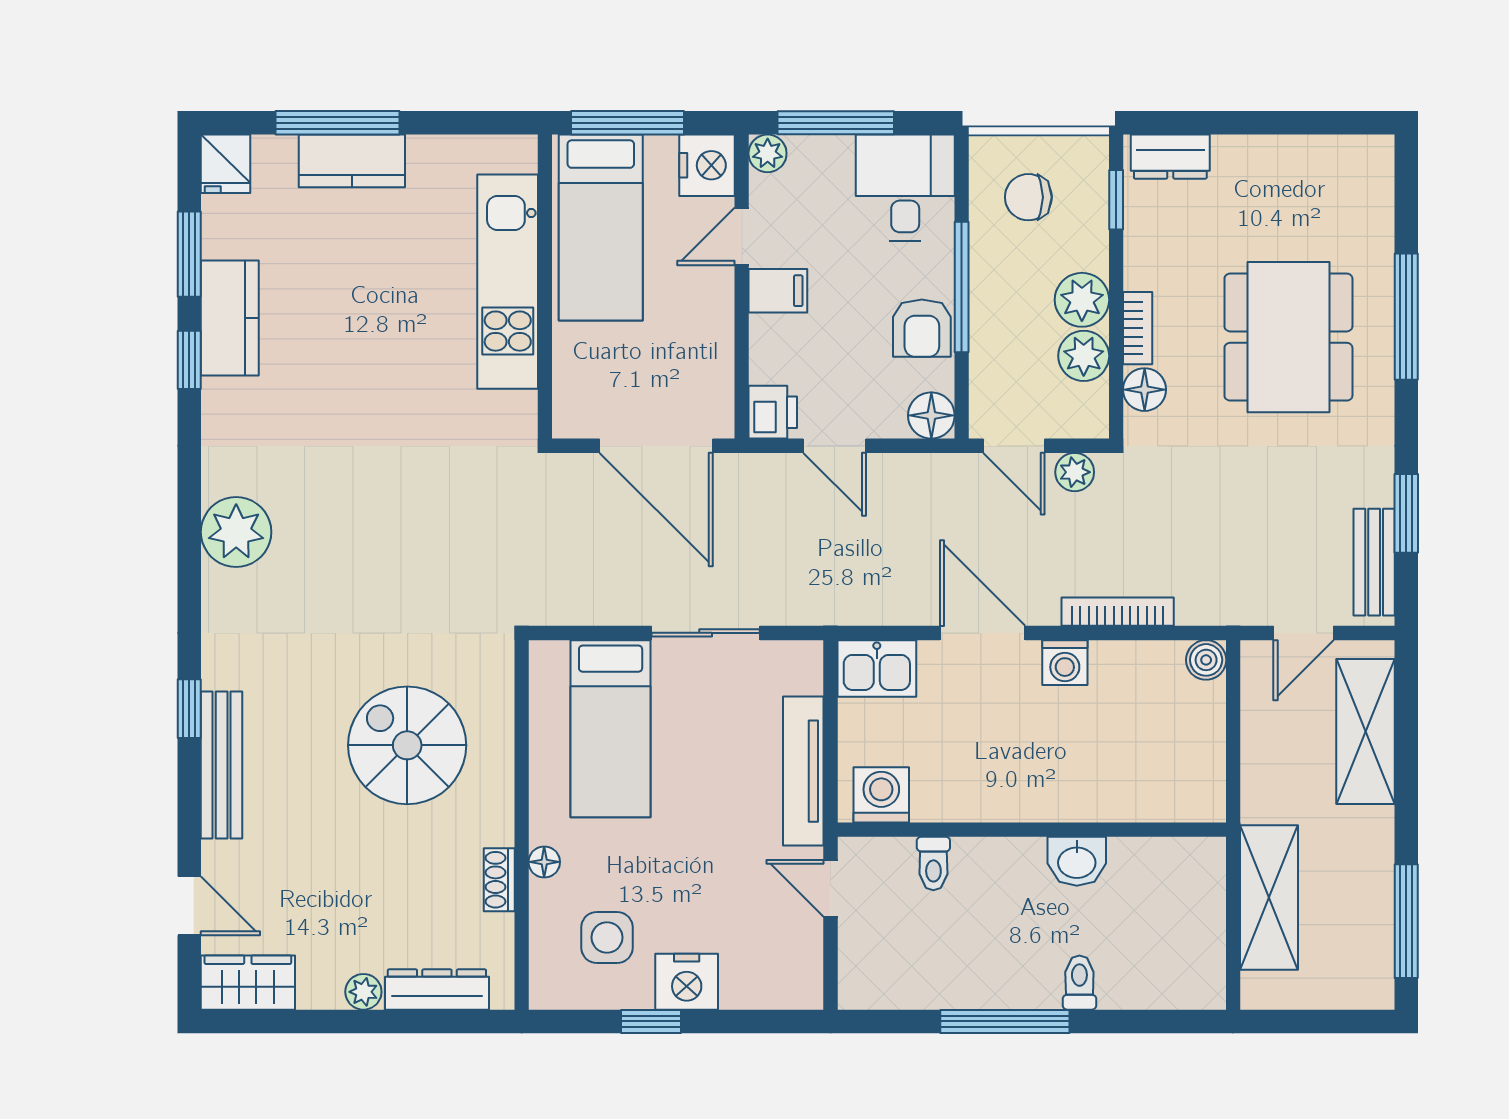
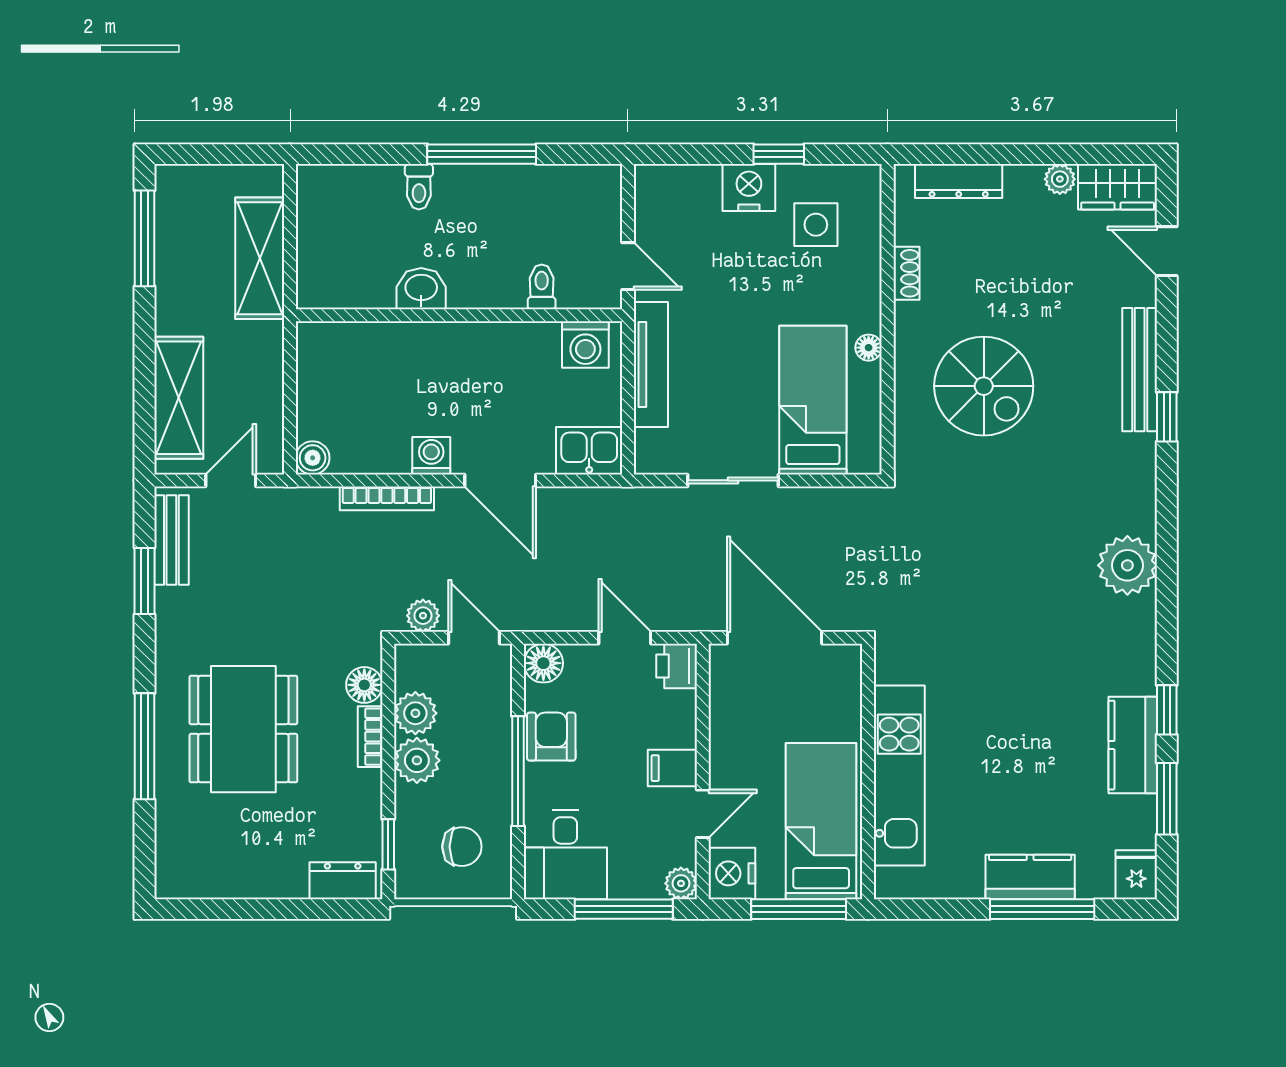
floor lamp: (544, 862) -> (869, 348), moved
plant: (363, 992) -> (1060, 179), moved

